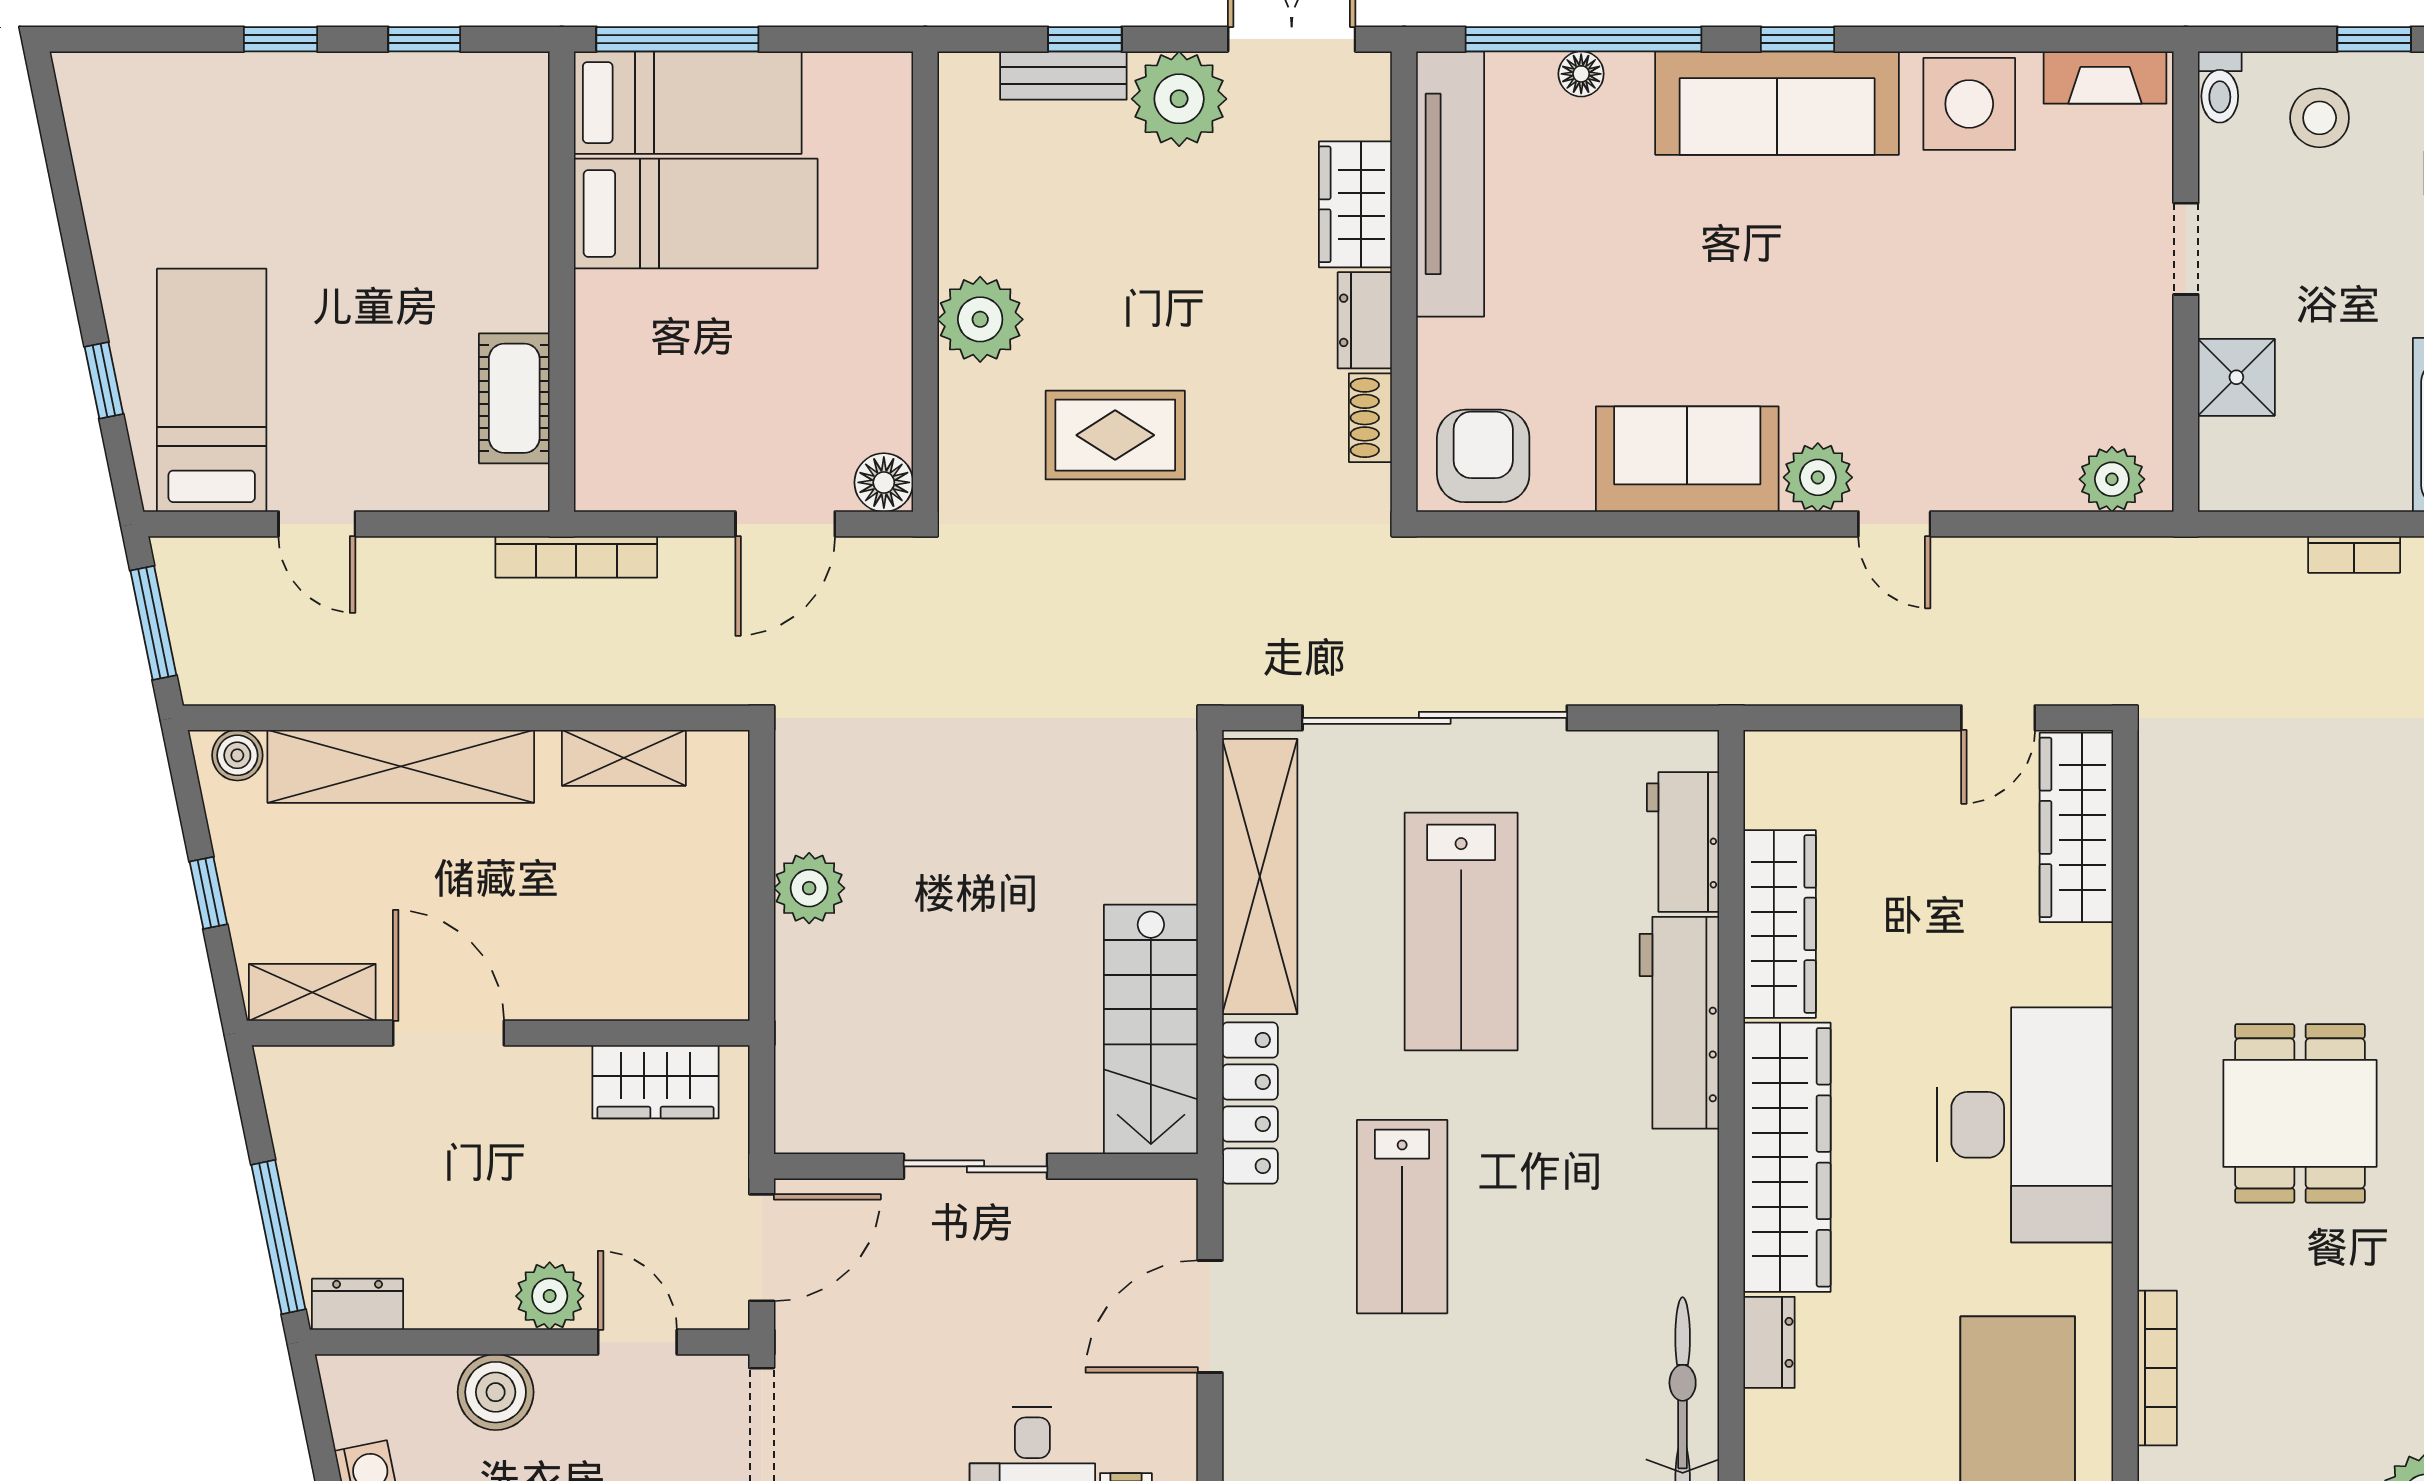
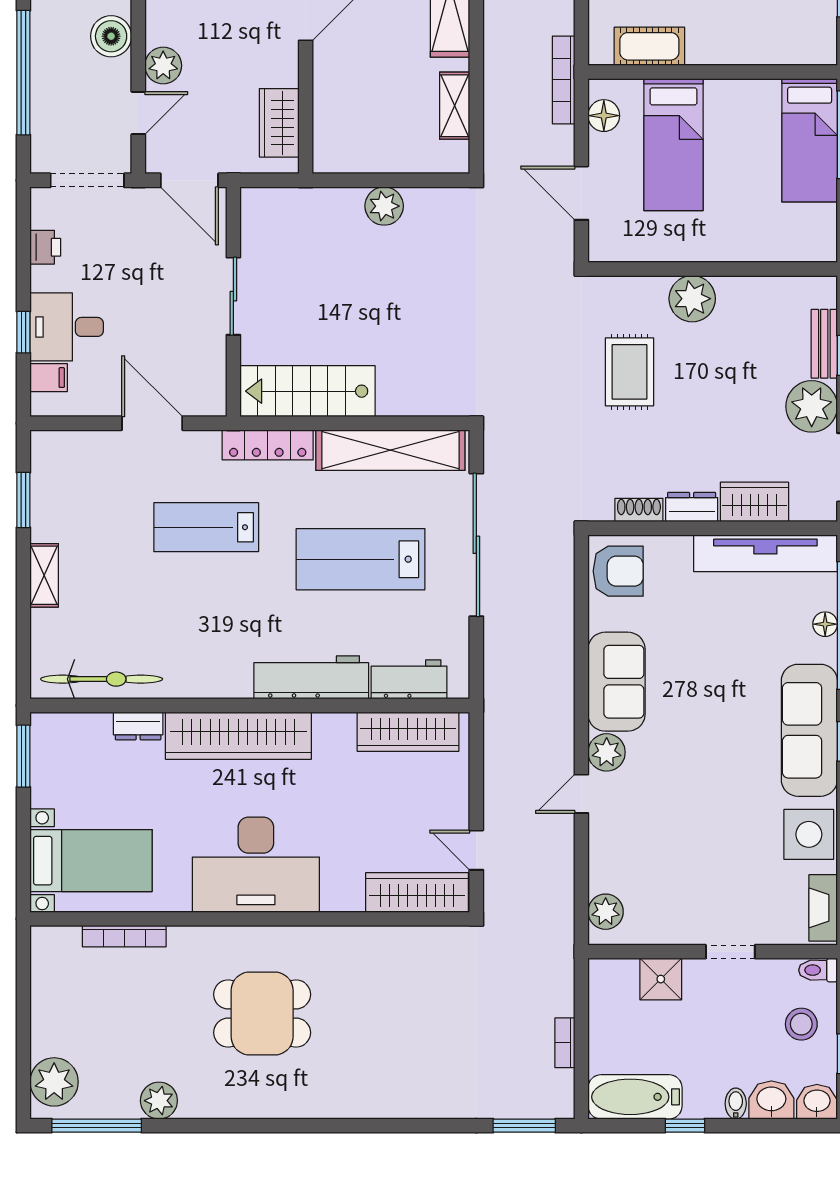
bed: (696, 214) -> (674, 145), moved
floor lamp: (884, 482) -> (604, 116), moved
wardrobe: (1780, 924) -> (408, 732), moved

